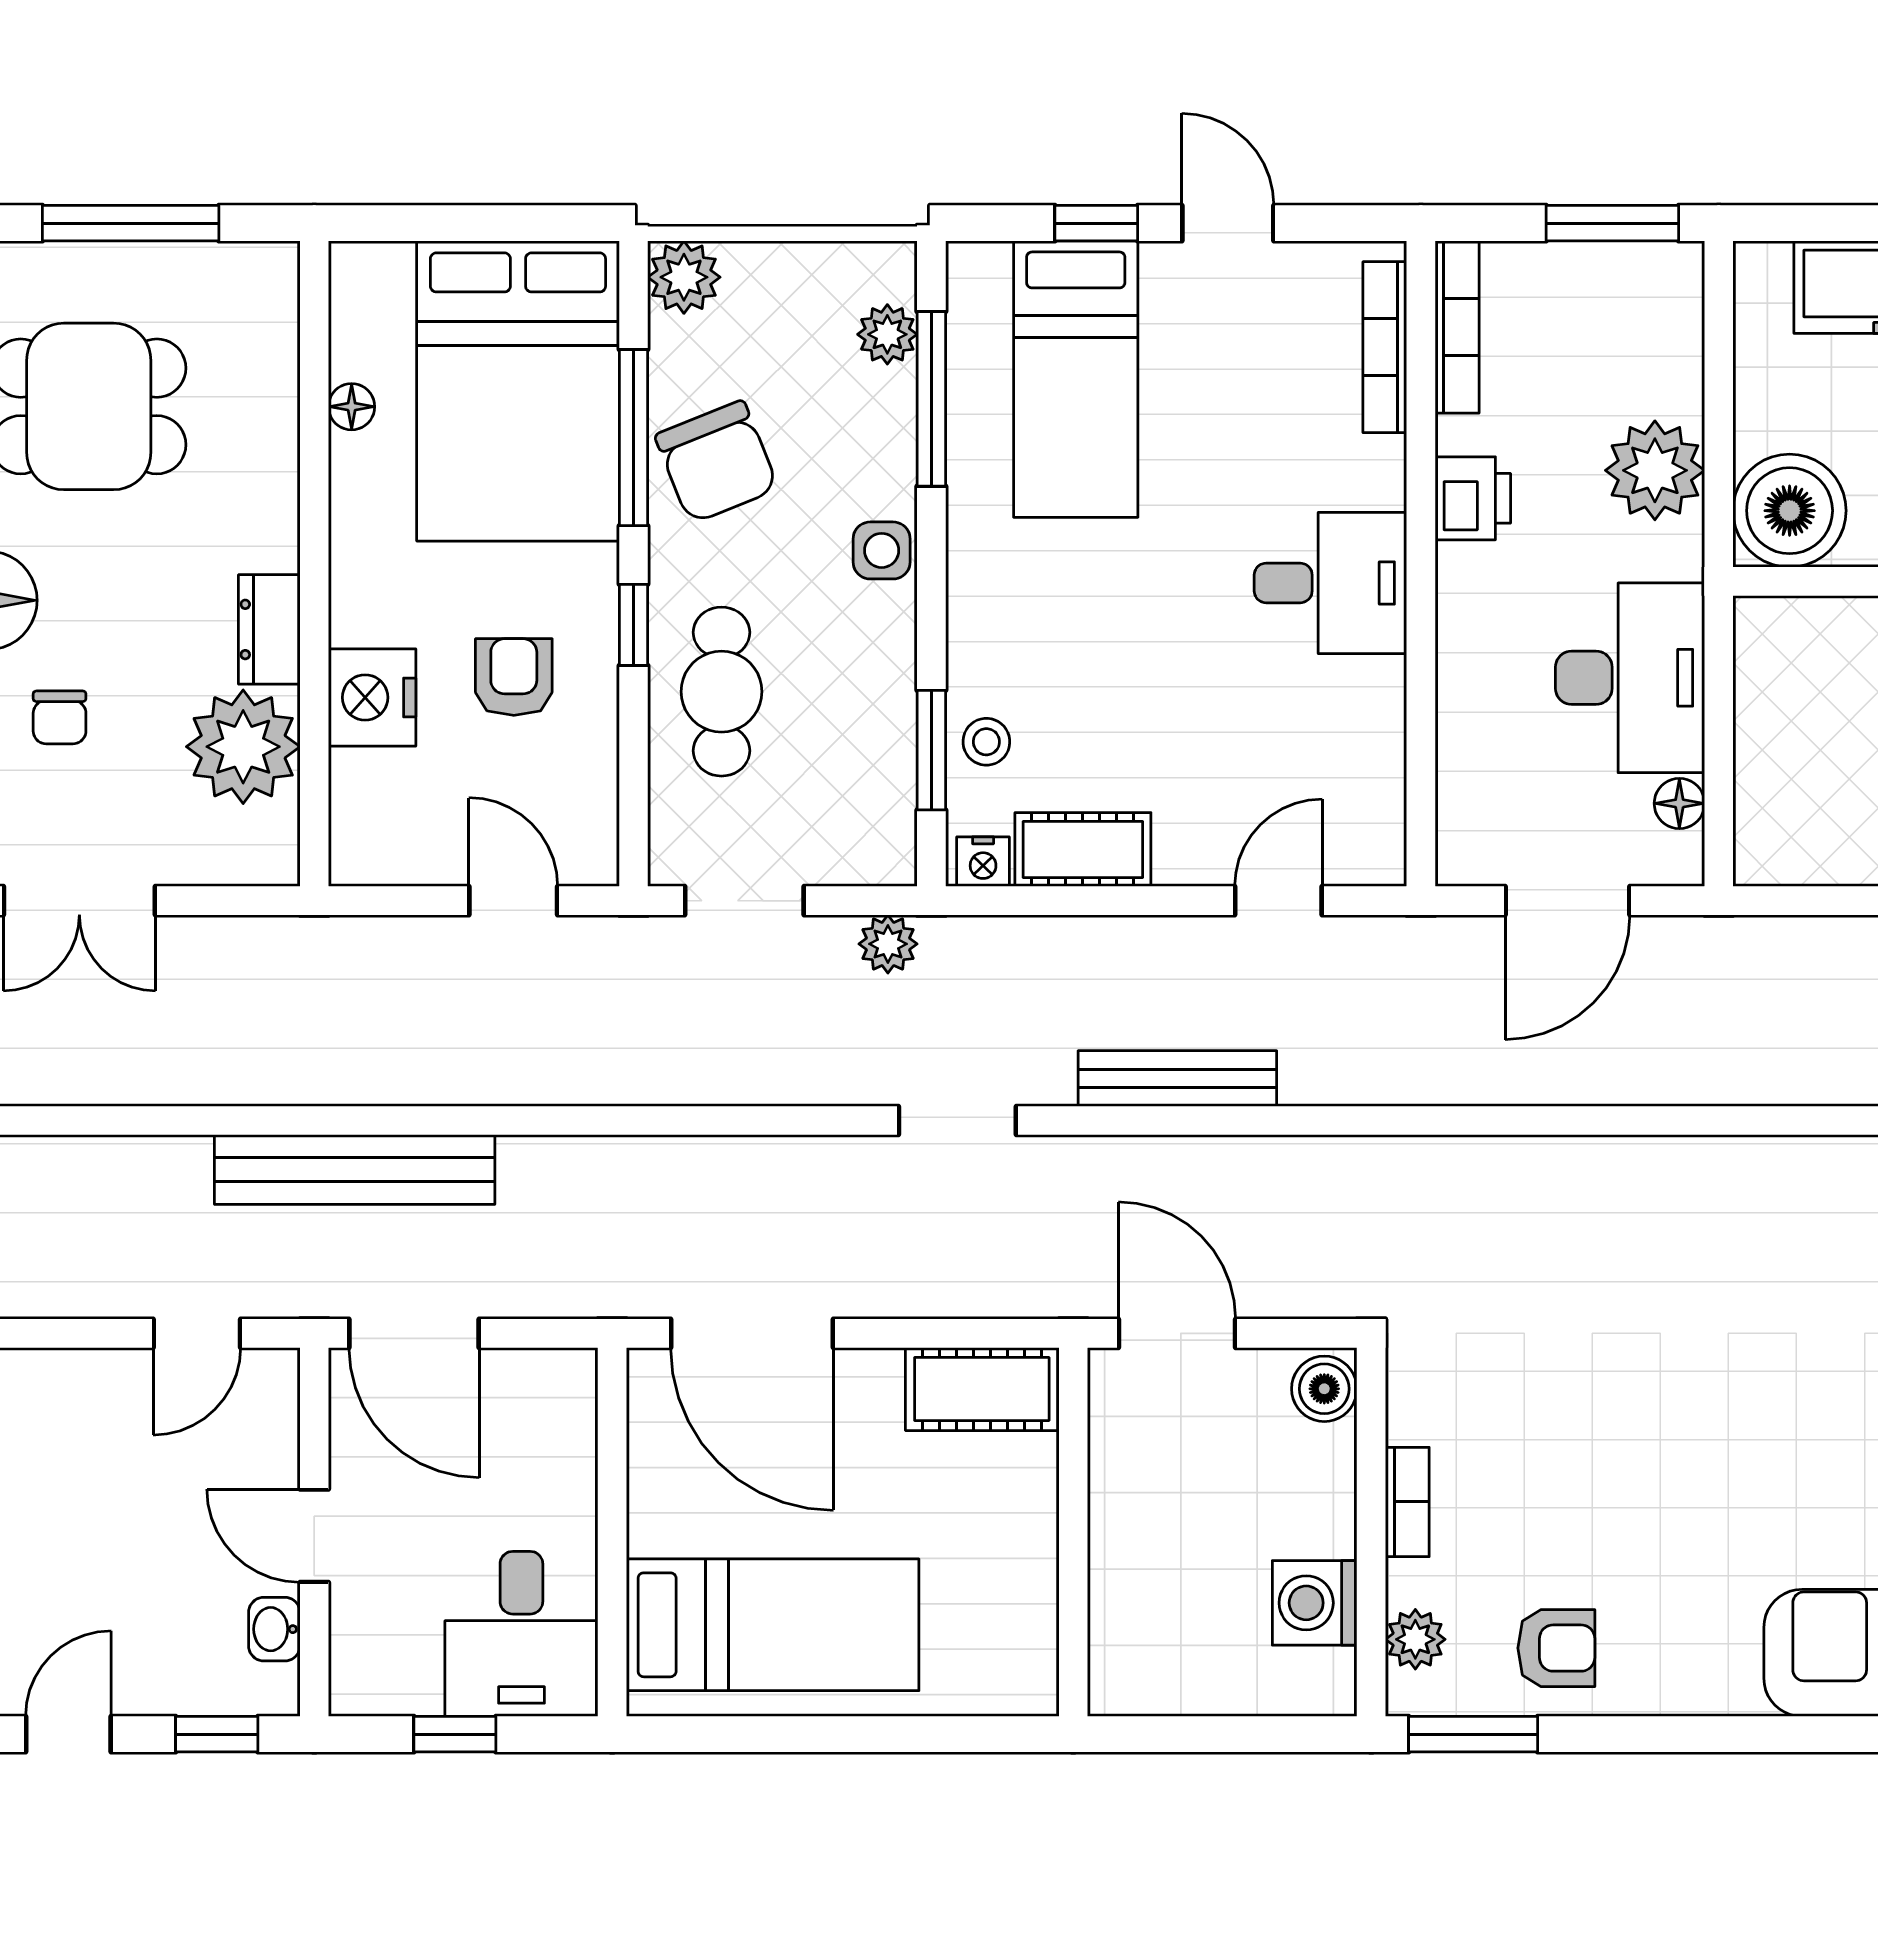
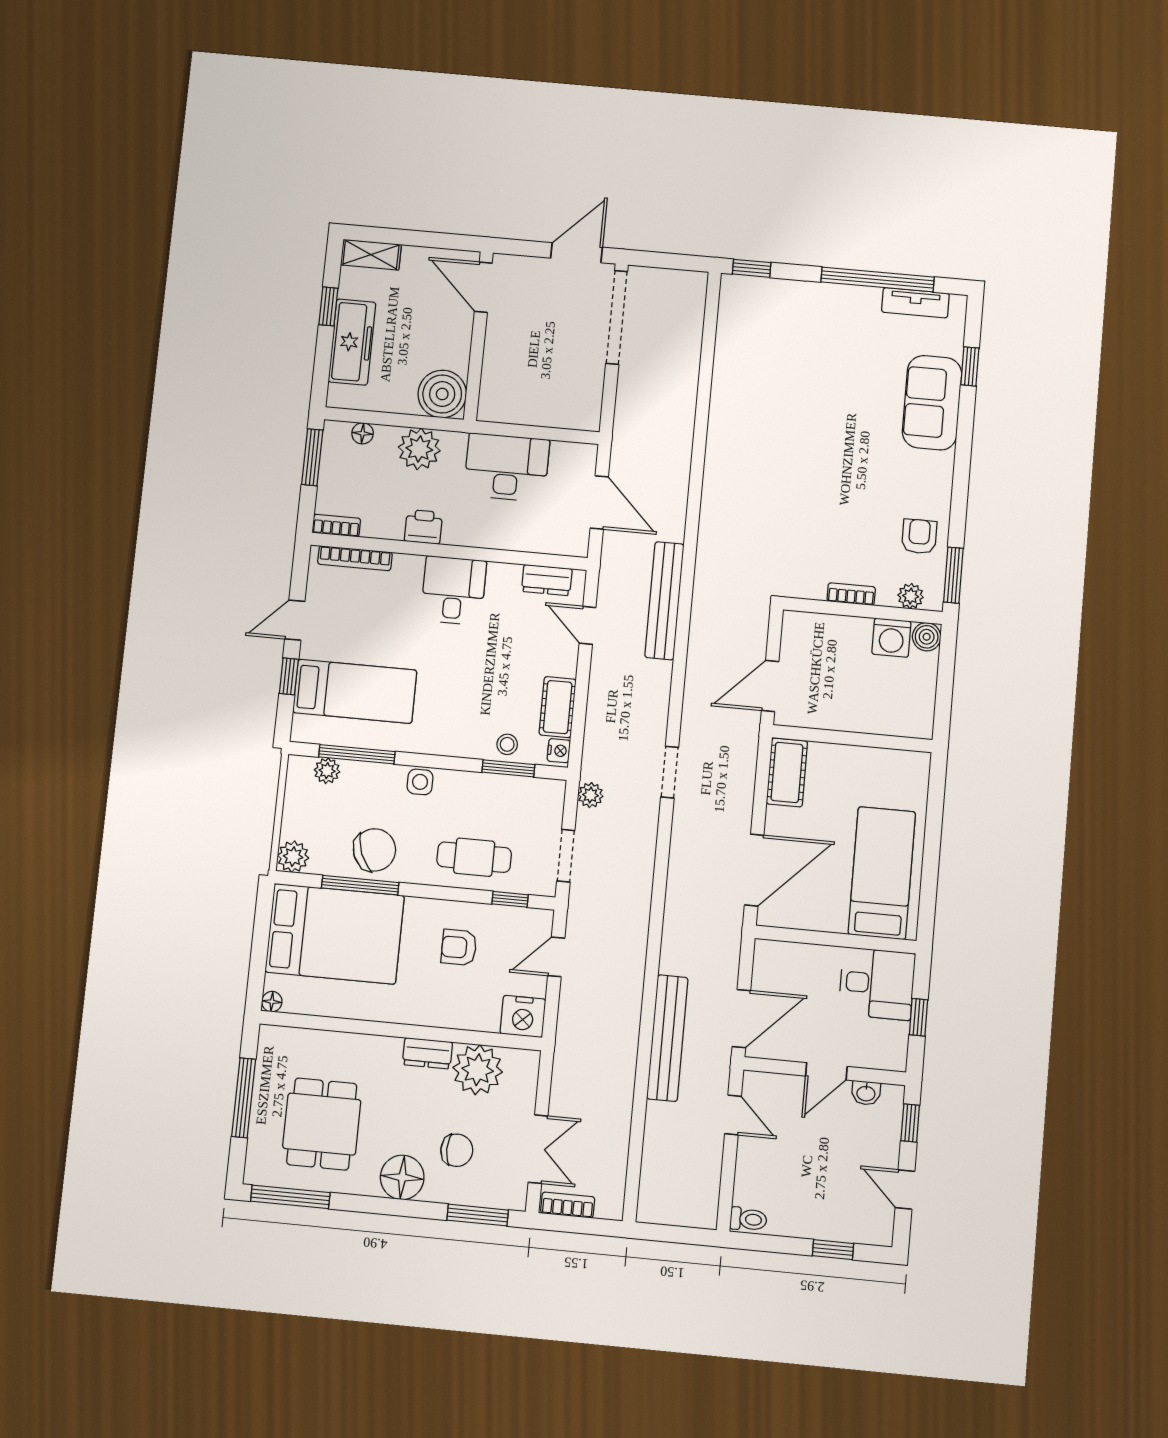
bookcase: (1457, 327) -> (336, 526), width x0.64
floor lamp: (352, 407) -> (272, 1002), moved
window: (633, 625) -> (510, 899), moved
nightstand: (372, 697) -> (523, 1016), moved
chair: (60, 717) -> (457, 1150), width x1.37, depth x1.37
dresser: (1375, 796) -> (547, 580), added
floor lamp: (1679, 803) -> (363, 433), moved
bench: (1177, 1079) -> (664, 601), moved, width x1.37, depth x1.21
boiler: (1324, 1389) -> (927, 637), moved

